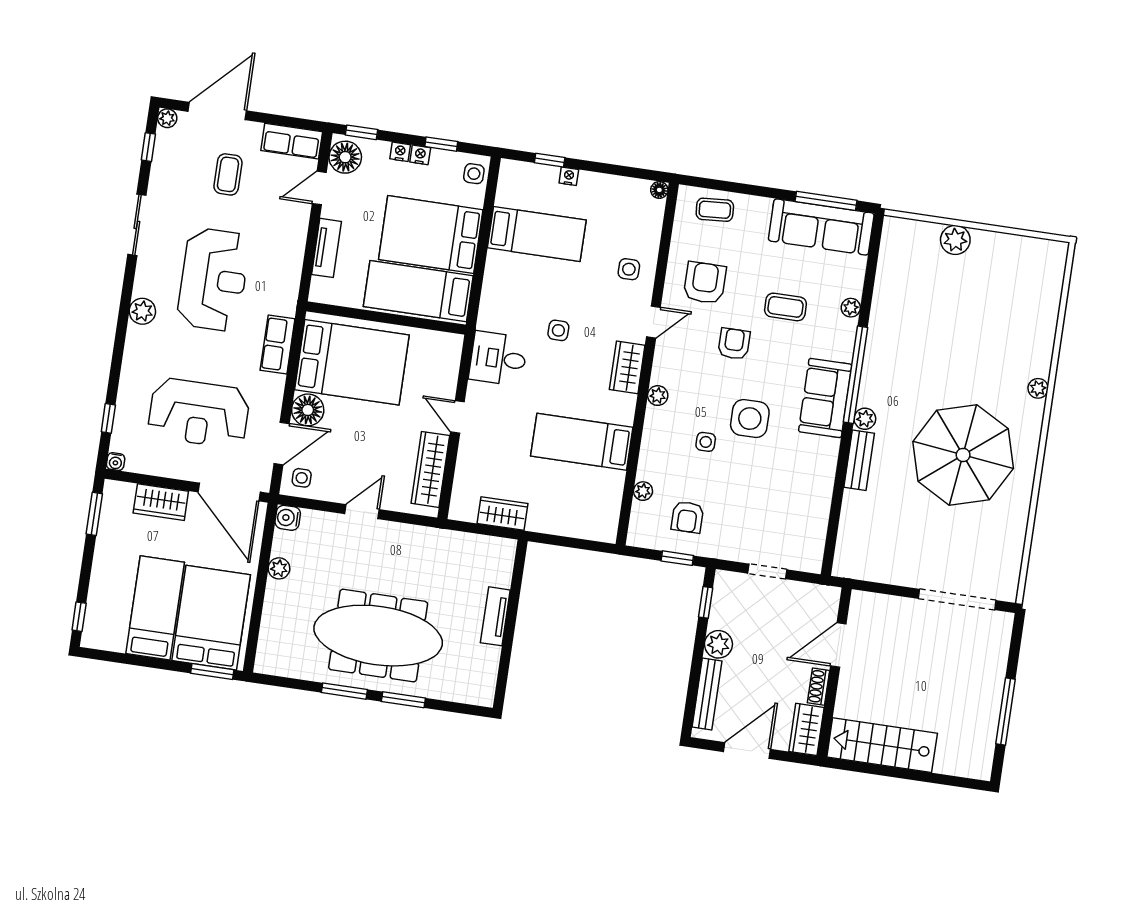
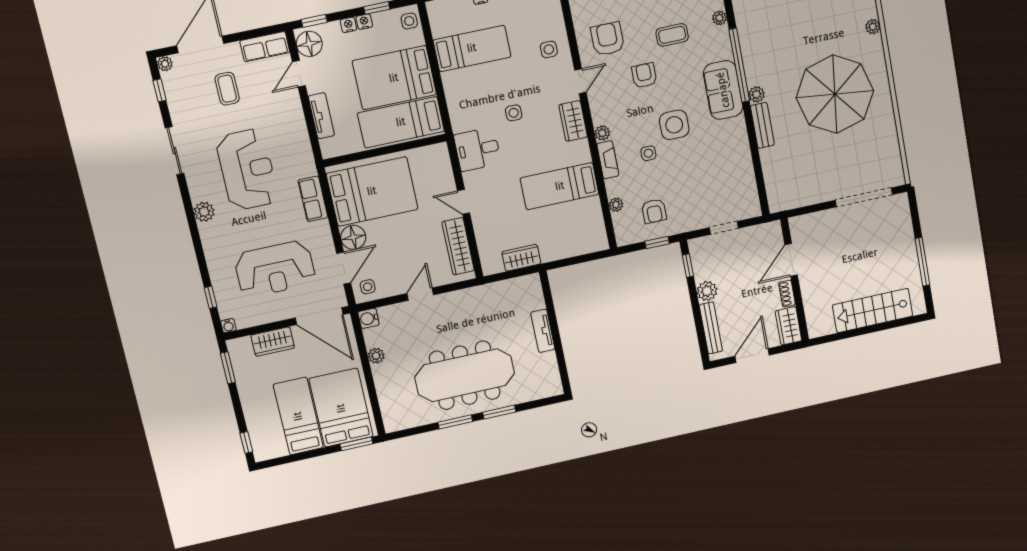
fireplace: (653, 431) -> (608, 160), added
stairs: (882, 745) -> (873, 310), moved

